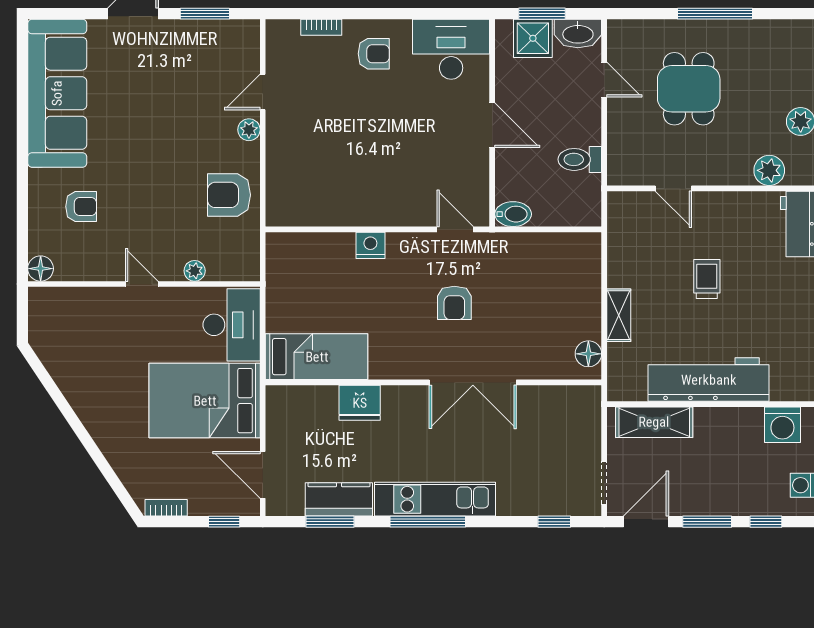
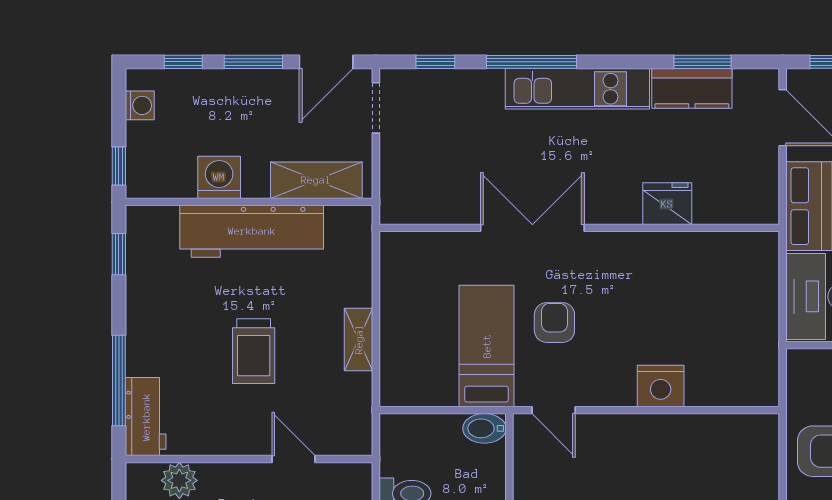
nightstand: (370, 245) -> (661, 386), width x1.36, depth x1.33
trolley: (707, 279) -> (254, 351), width x1.36, depth x1.39
shelving: (619, 315) -> (359, 339), moved
floor lamp: (588, 354) -> (395, 262), removed
bed: (317, 357) -> (487, 346), moved, turned 90
washing machine: (782, 425) -> (219, 177), moved
window: (428, 522) -> (532, 62), moved

